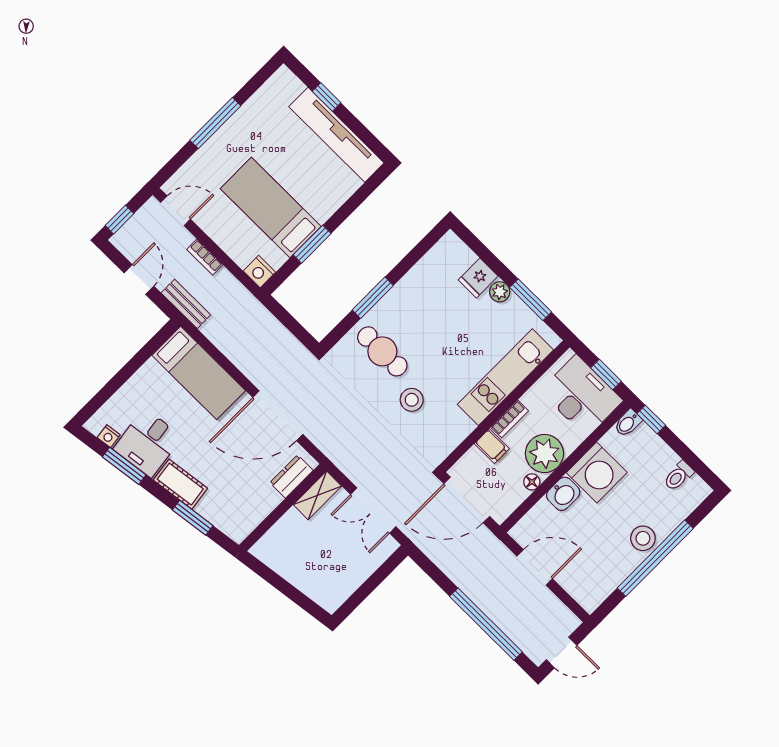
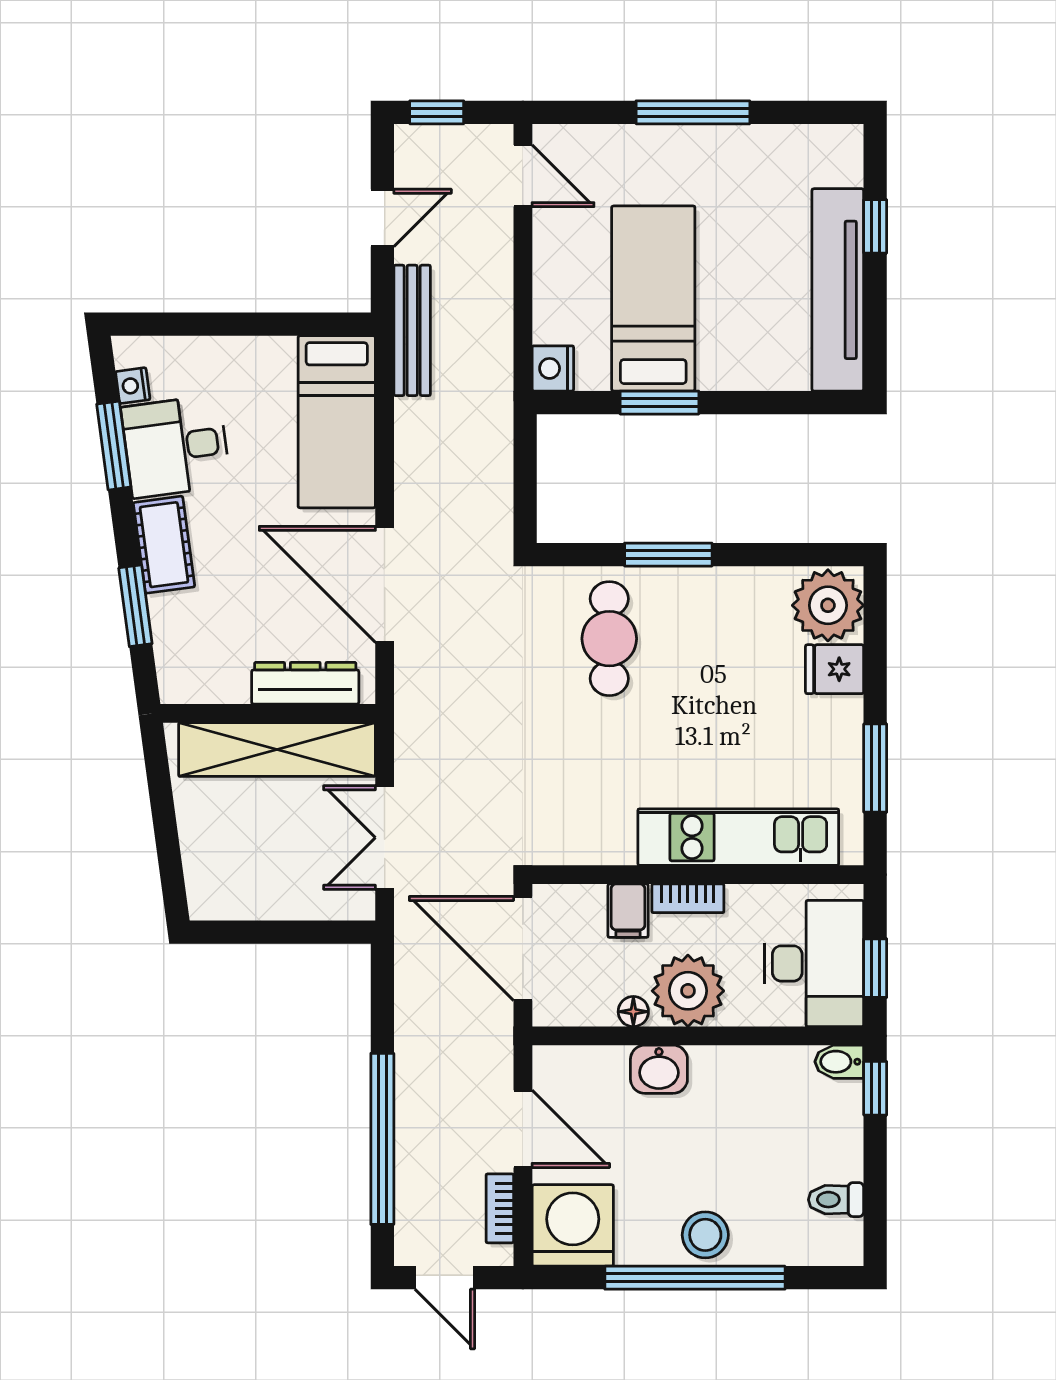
bookcase: (205, 257) -> (500, 1208), moved
plant: (500, 292) -> (828, 605), moved, width x1.87, depth x1.87
bench: (186, 304) -> (412, 330), width x1.36
stool: (412, 400) -> (584, 742), removed
washing machine: (597, 473) -> (573, 1225), moved, turned 180
dresser: (292, 477) -> (305, 683), width x1.44
shelving: (317, 495) -> (277, 749), width x2.20, depth x1.33

